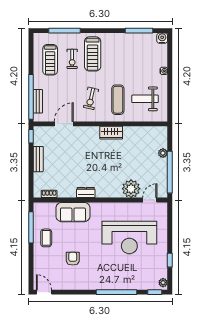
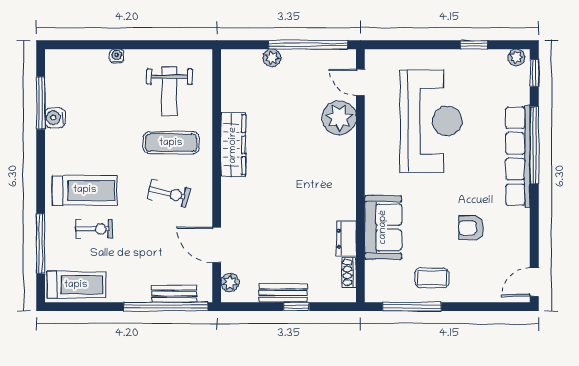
water cooler: (162, 38) -> (55, 118), moved
treadmill: (50, 60) -> (76, 285), moved
plant: (44, 131) -> (230, 283), added
wardrobe: (111, 133) -> (233, 145), width x1.50
window: (31, 136) -> (296, 307), moved
dresser: (86, 193) -> (346, 239), moved
row of seats: (111, 283) -> (518, 156), added

